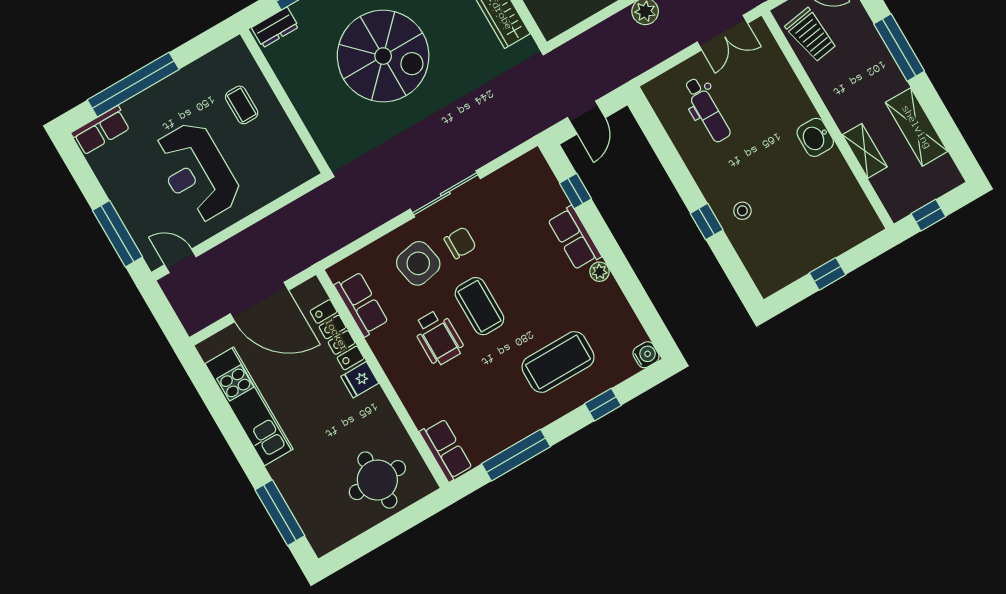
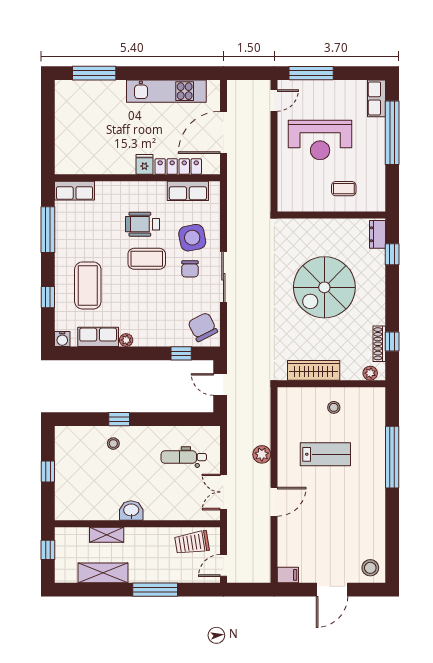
reception desk: (197, 172) -> (320, 140), turned 180
chair: (525, 183) -> (203, 327), added
row of seats: (574, 238) -> (98, 337), moved
round table: (377, 480) -> (80, 141), removed

